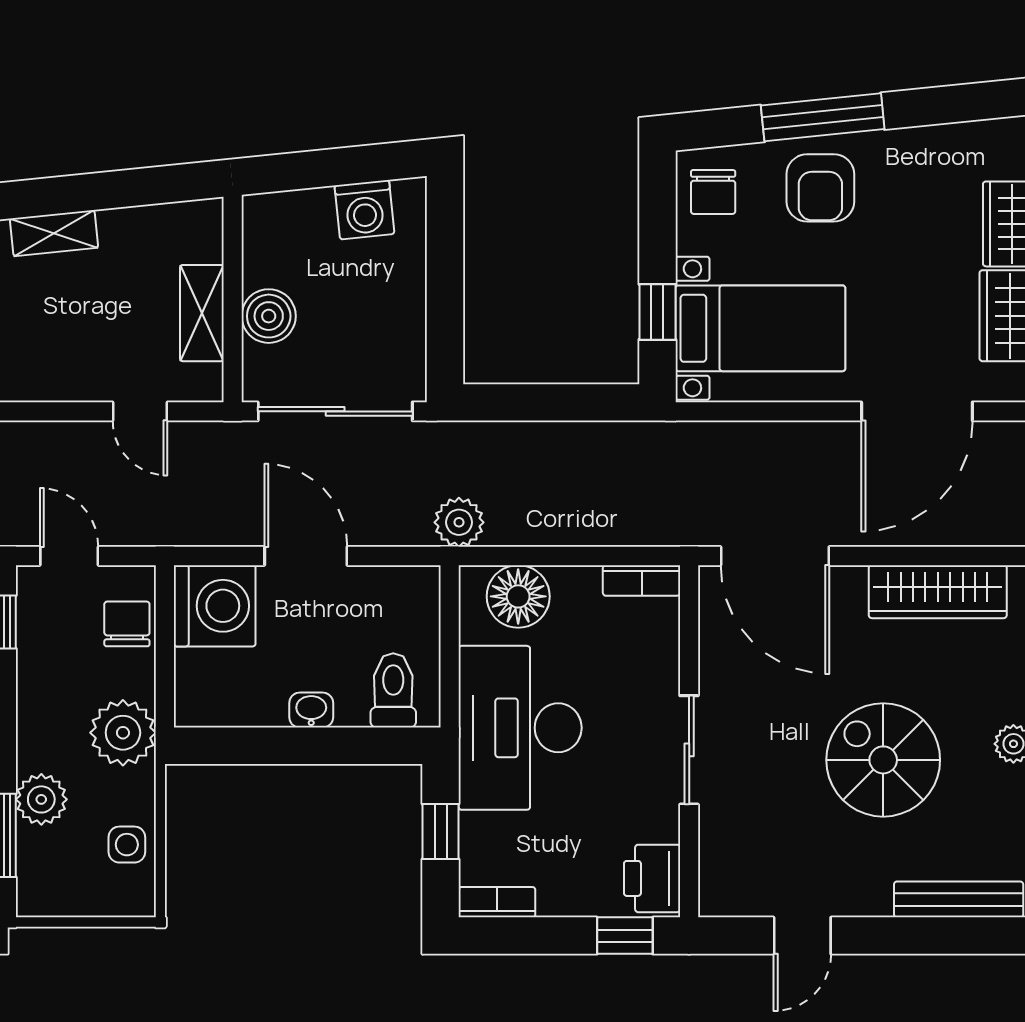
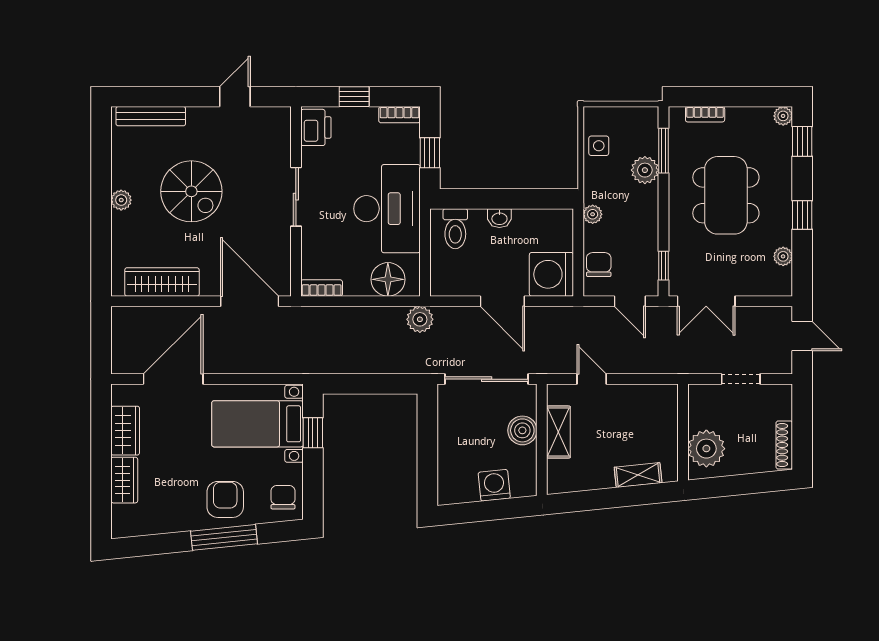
washing machine: (364, 210) -> (494, 485), moved
chair: (127, 624) -> (599, 265), turned 180
plant: (123, 733) -> (593, 214), width x0.53, depth x0.53
window: (625, 936) -> (354, 97), moved

